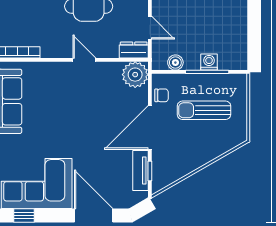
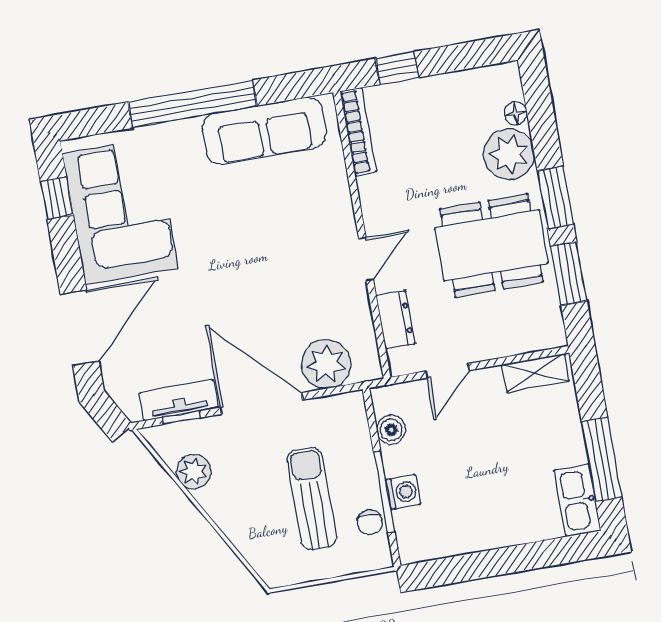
dresser: (134, 50) -> (396, 320), moved
plant: (135, 75) -> (326, 364), moved
chair: (162, 95) -> (370, 522), moved
plant: (179, 169) -> (194, 472), added

